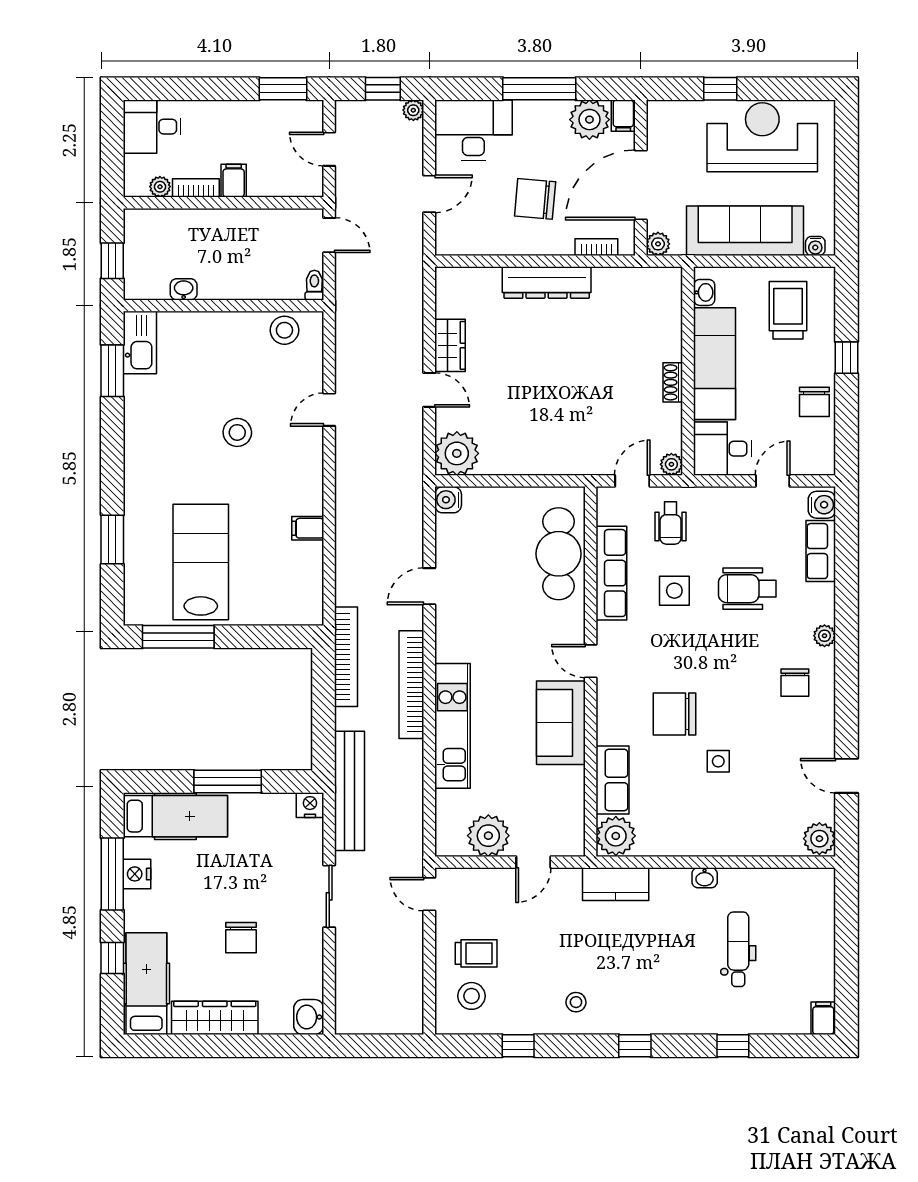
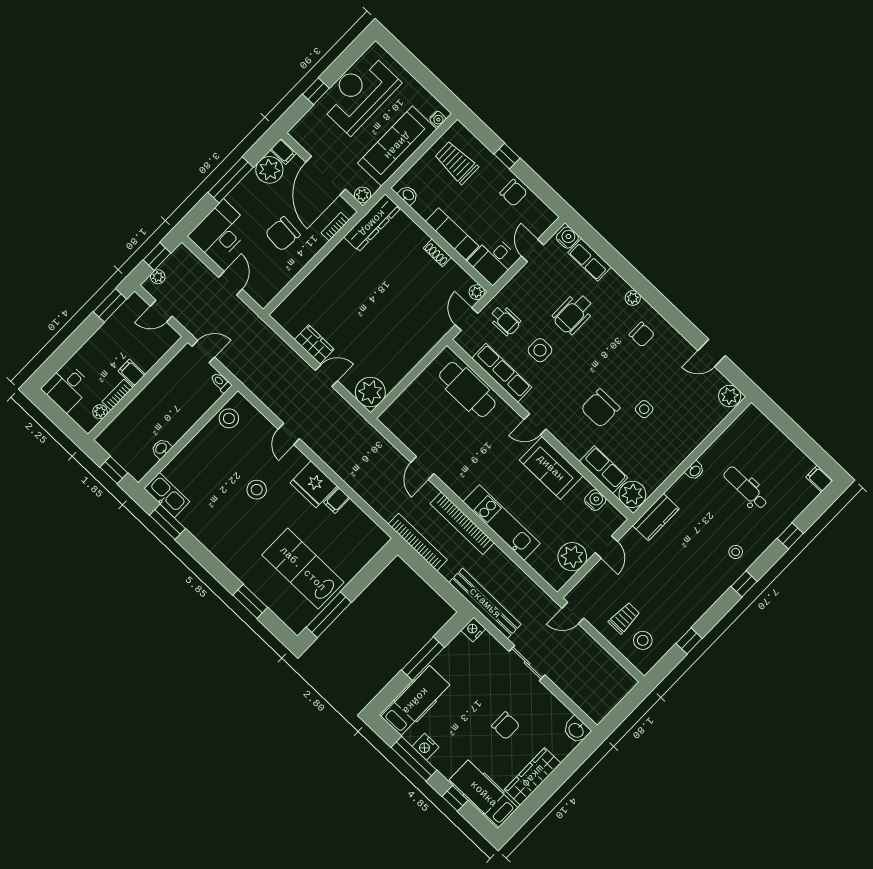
plant: (413, 110) -> (158, 277), moved
dresser: (547, 283) -> (372, 223), moved
exam couch: (715, 364) -> (452, 234), width x0.73, depth x0.69
fridge: (301, 487) -> (314, 484), added
water cooler: (448, 500) -> (595, 500), moved, turned 180
stool: (576, 1002) -> (736, 552), moved

